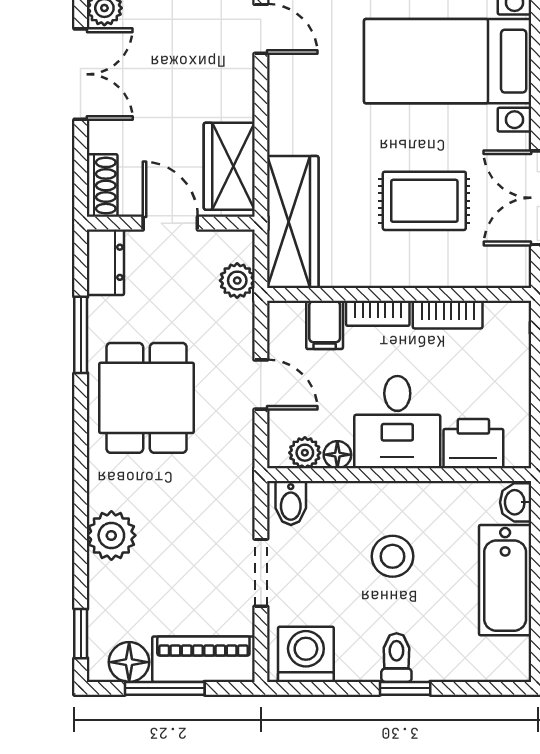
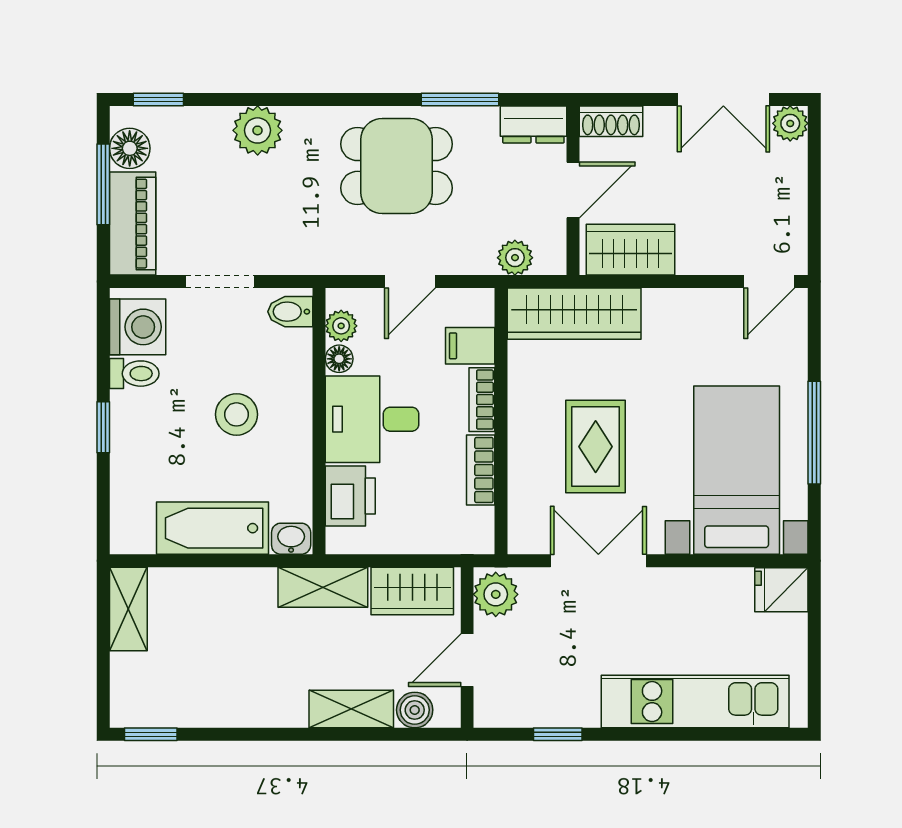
toilet: (396, 658) -> (134, 374), moved

